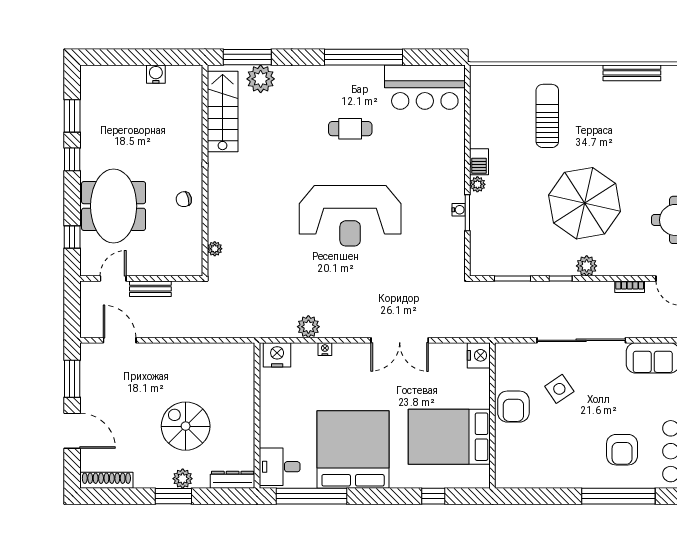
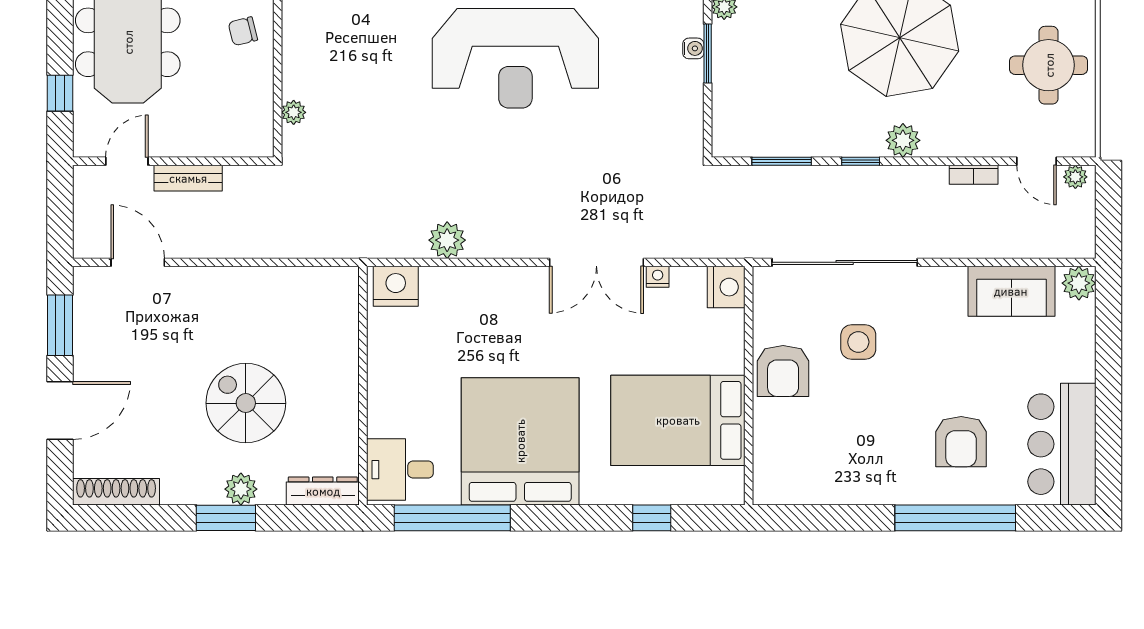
sliding door: (581, 340) -> (845, 262), moved
nightstand: (325, 349) -> (658, 277), moved
side table: (559, 389) -> (858, 342), turned 34
door: (72, 431) -> (60, 411), hinge flipped

